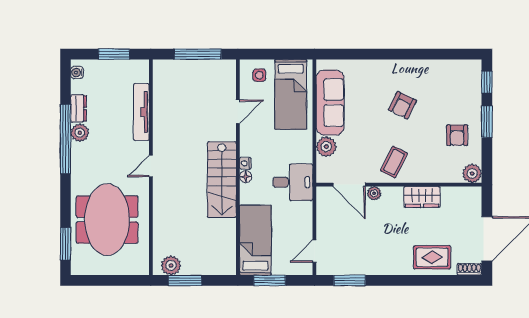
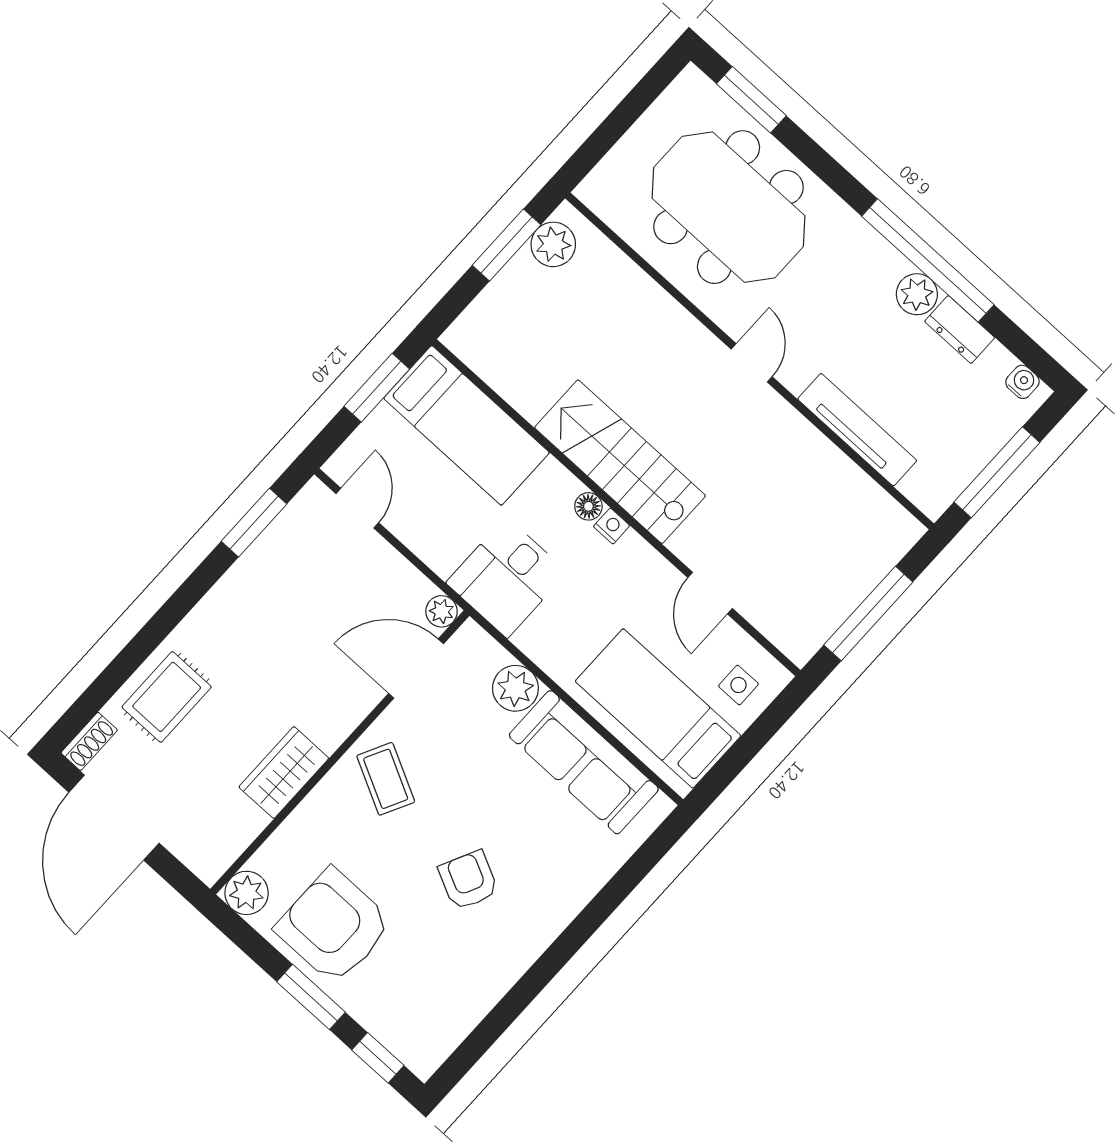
window: (114, 54) -> (997, 472), width x1.44
armchair: (457, 135) -> (334, 926), width x1.88, depth x1.88
plant: (374, 193) -> (442, 611), moved

